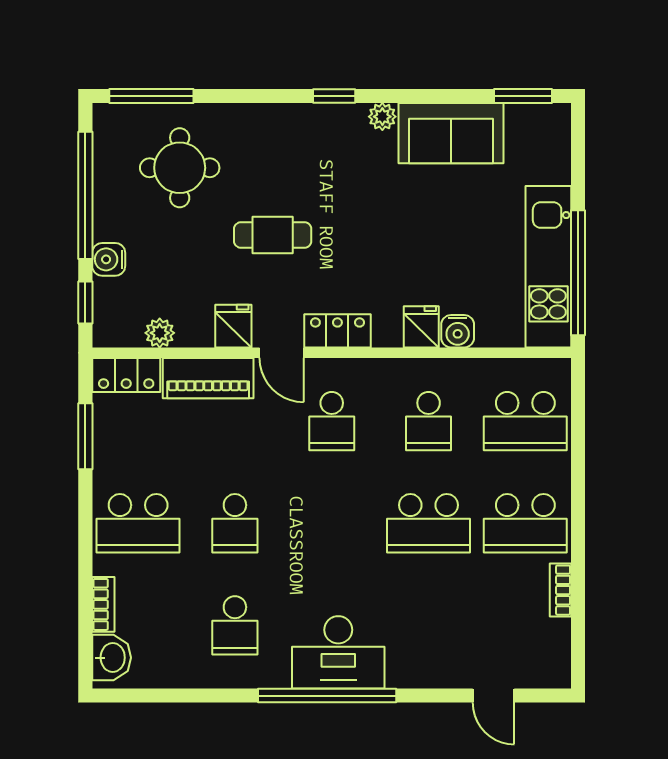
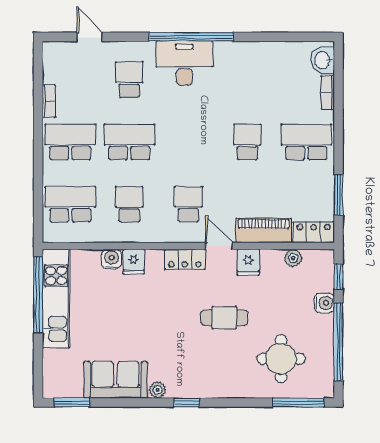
school desk: (235, 625) -> (129, 80), moved

